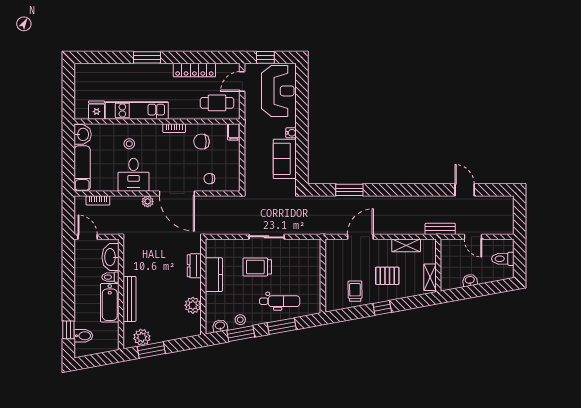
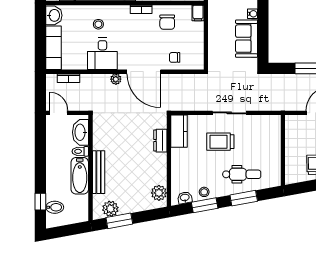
chair: (202, 142) -> (167, 22), turned -89
kitchen counter: (214, 275) -> (179, 131), moved
plant: (193, 305) -> (159, 193), moved

